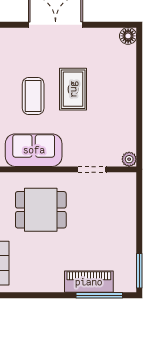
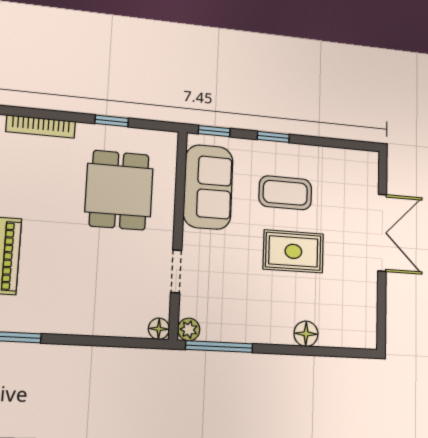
floor lamp: (128, 36) -> (306, 334), moved
window: (139, 138) -> (219, 347), added
floor lamp: (130, 179) -> (159, 329), added

